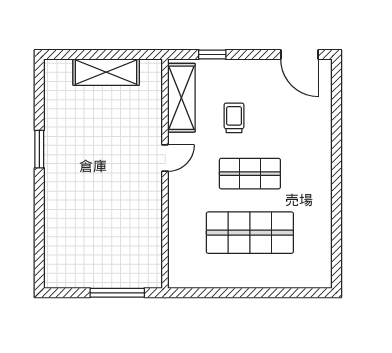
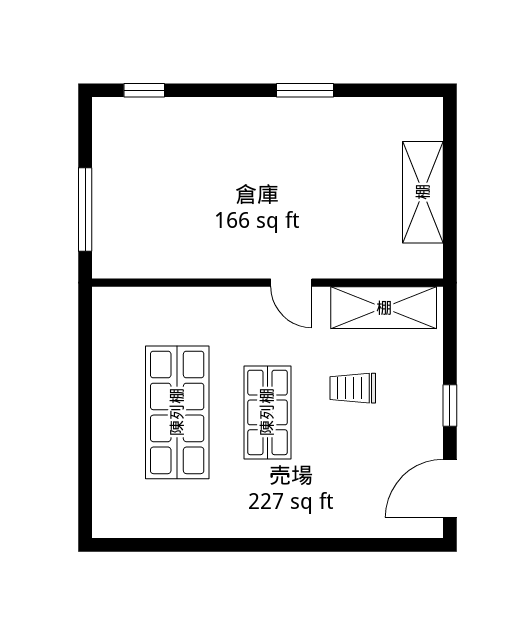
window: (212, 54) -> (450, 406), moved
trolley: (234, 118) -> (353, 388), turned 180
window: (39, 254) -> (144, 90), added

